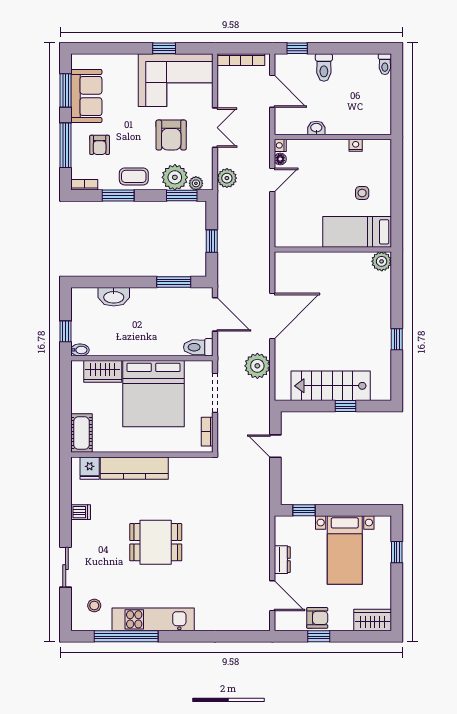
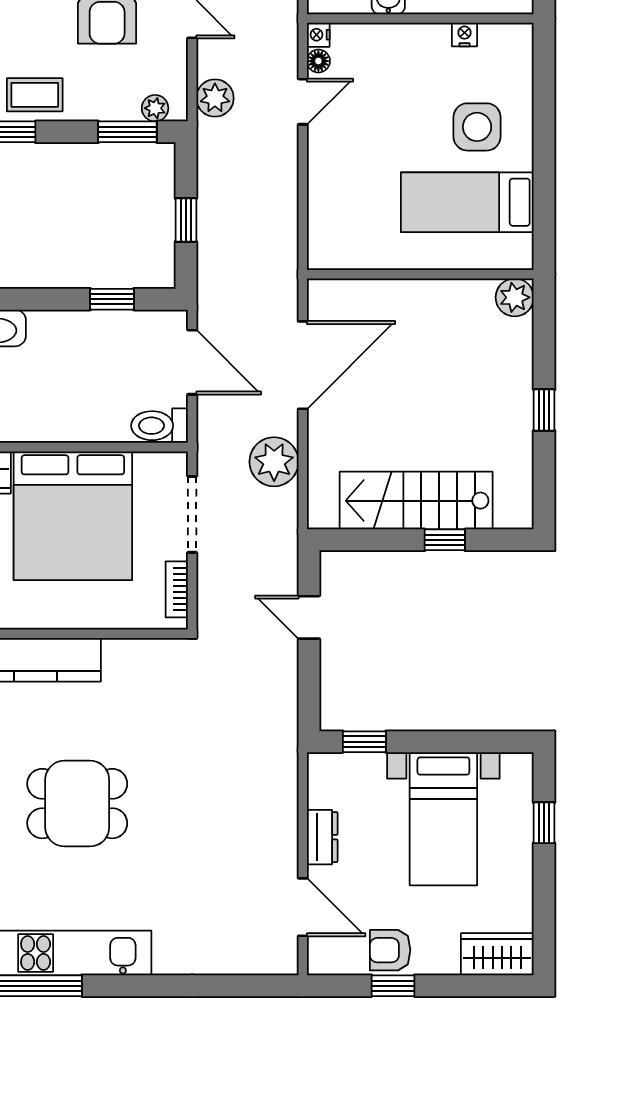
plant: (175, 177) -> (114, 97), removed
side table: (362, 193) -> (477, 127), width x1.87, depth x1.87
wall: (333, 249) -> (420, 274), moved
plant: (382, 261) -> (515, 297), moved
window: (174, 282) -> (112, 299), width x0.67
armchair: (317, 618) -> (390, 950), turned 180

